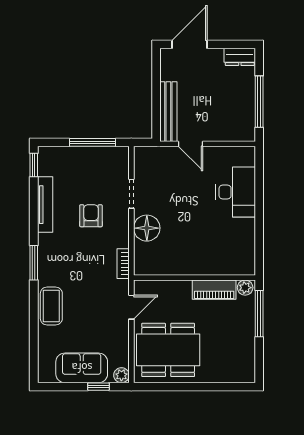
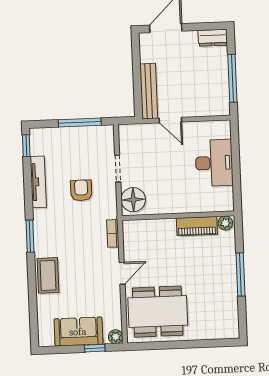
wall: (194, 278) -> (178, 216), moved
plant: (245, 288) -> (225, 223), moved
piano: (214, 290) -> (197, 226), moved

